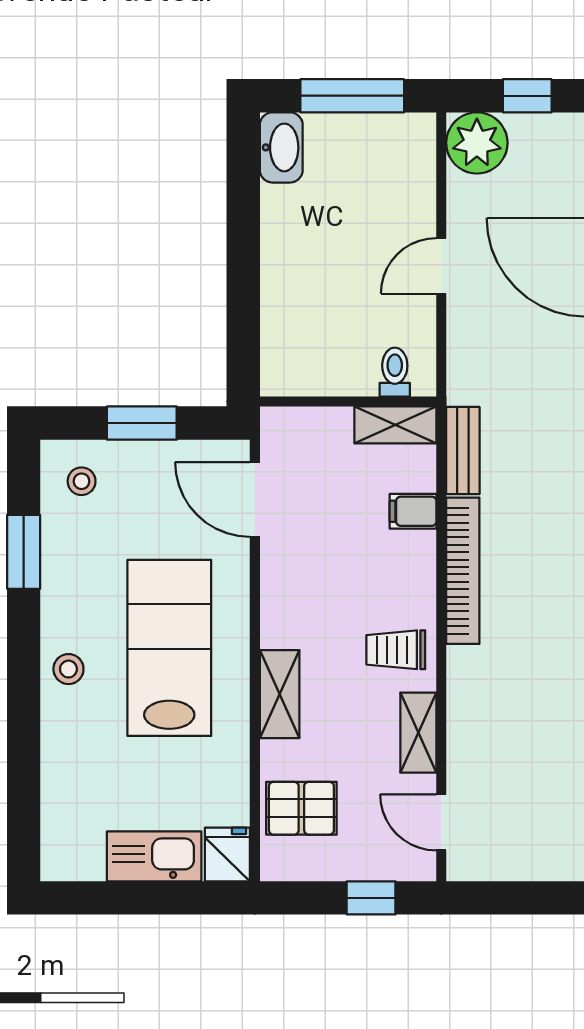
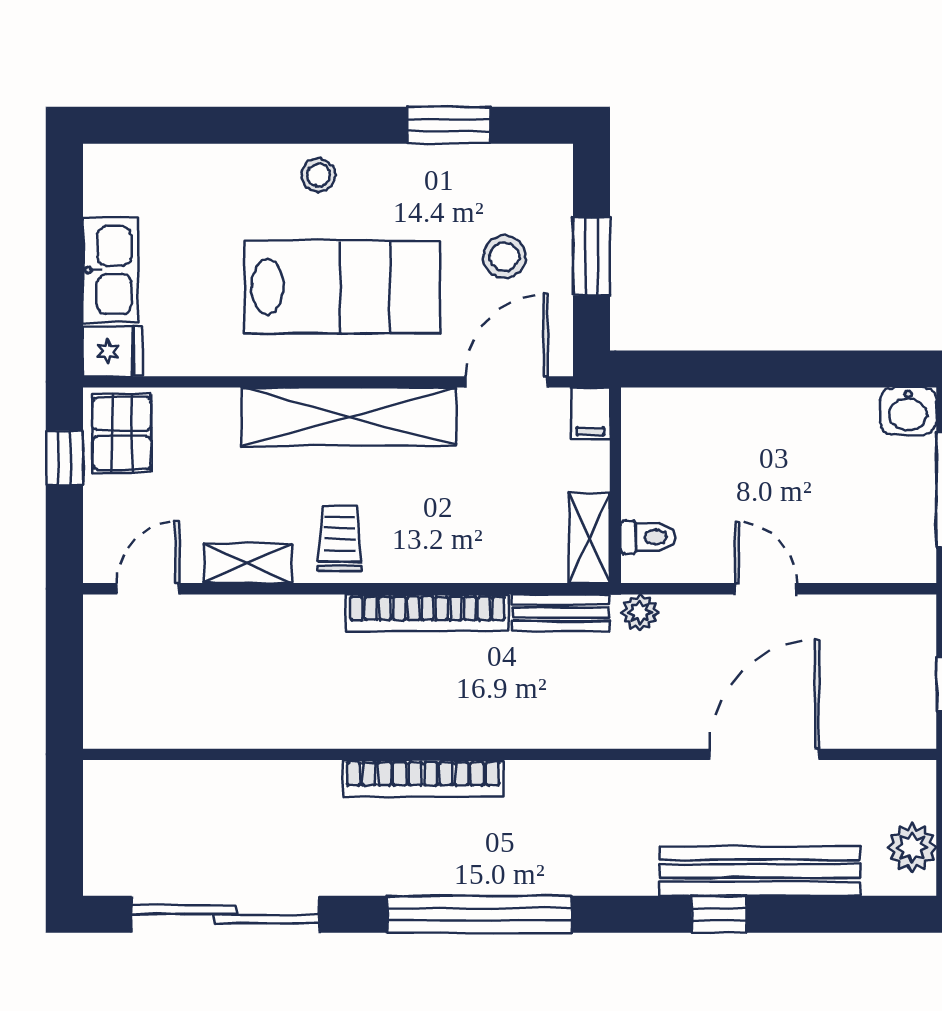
plant: (477, 143) -> (640, 612), moved, width x0.53, depth x0.53
washbasin: (281, 147) -> (908, 411), width x0.72
stool: (82, 481) -> (504, 257), moved, width x1.37, depth x1.37
filing cabinet: (413, 511) -> (590, 413), moved, turned 180
shelving: (280, 694) -> (349, 417), width x2.20, depth x1.33
pallet: (301, 808) -> (122, 433), moved
window: (371, 898) -> (64, 458), moved

